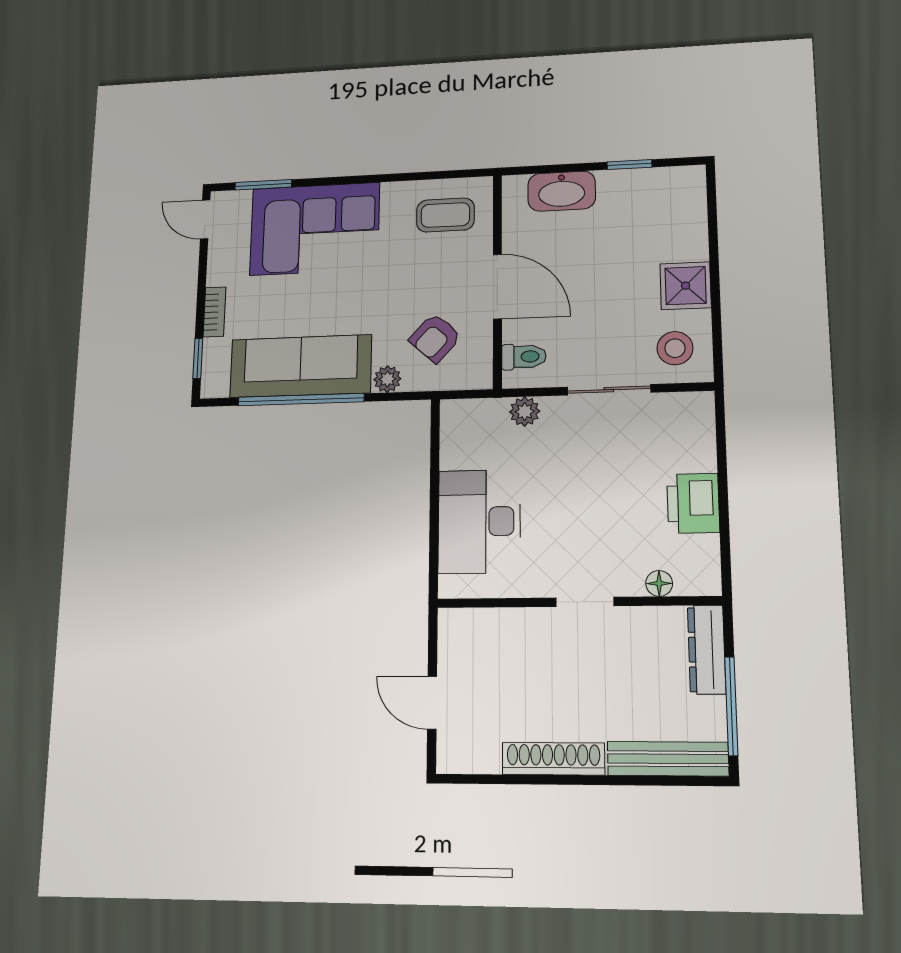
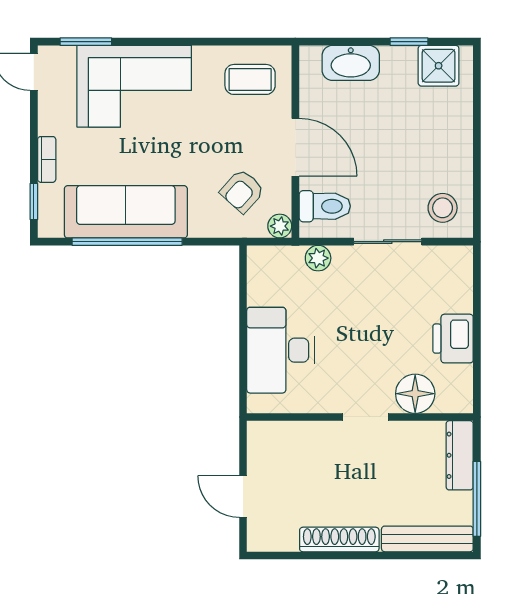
shower: (686, 286) -> (439, 66), moved
toilet: (524, 357) -> (325, 206), width x1.37, depth x1.39
plant: (387, 379) -> (280, 226), moved
floor lamp: (659, 583) -> (415, 394), width x1.89, depth x1.89

